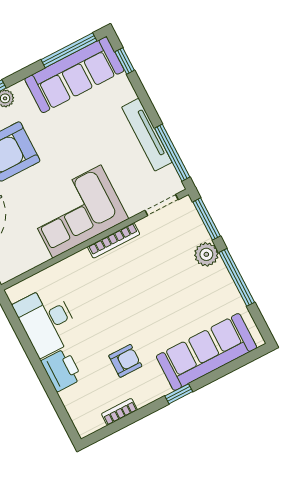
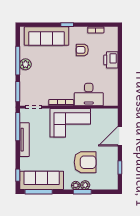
plant: (206, 254) -> (25, 64), moved
desk: (47, 321) -> (89, 95), moved, turned 90

